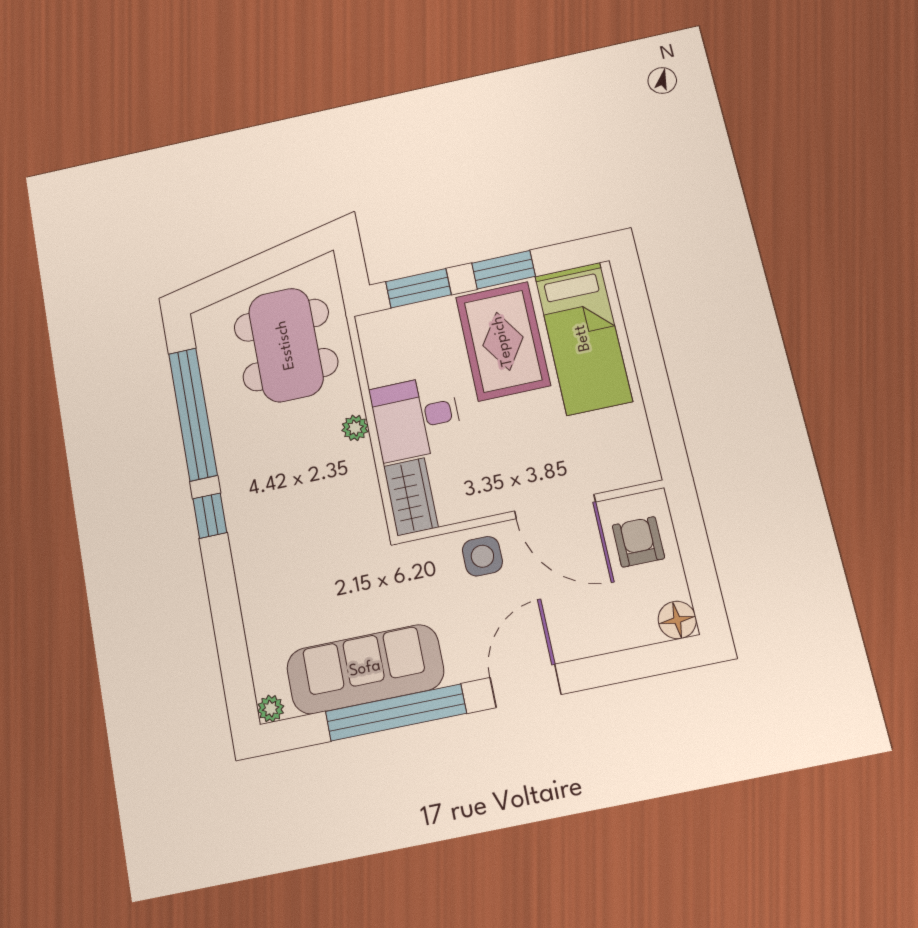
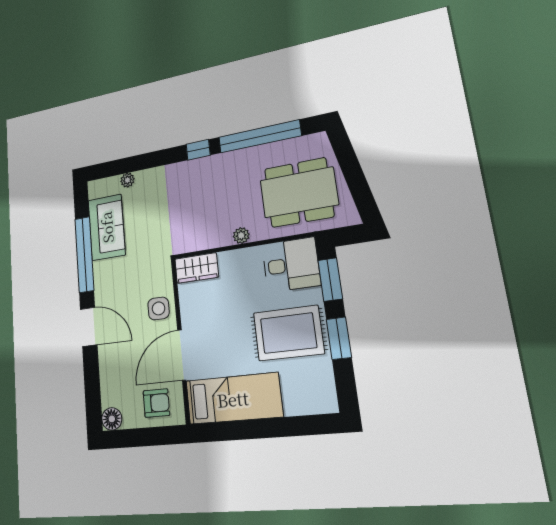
bed: (583, 338) -> (233, 399), moved, turned 180
desk: (416, 418) -> (291, 265), moved, turned 90
sofa: (365, 669) -> (107, 227), width x0.73
plant: (271, 709) -> (127, 180), moved

